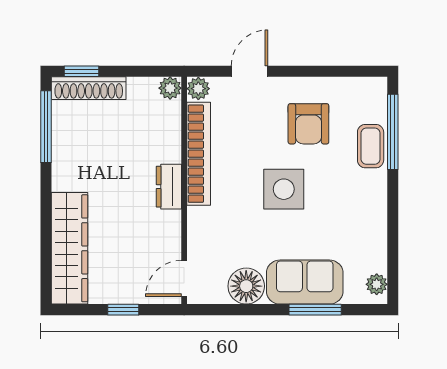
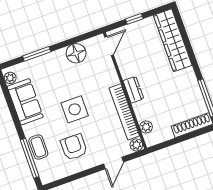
window: (82, 71) -> (199, 132), removed
plant: (170, 88) -> (146, 127), moved
sofa: (305, 282) -> (25, 102), moved, turned -90

